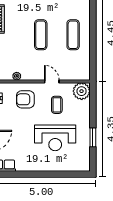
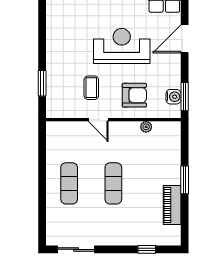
plant: (82, 91) -> (58, 106), removed
window: (93, 137) -> (42, 83), moved
reception desk: (55, 138) -> (122, 46), moved

